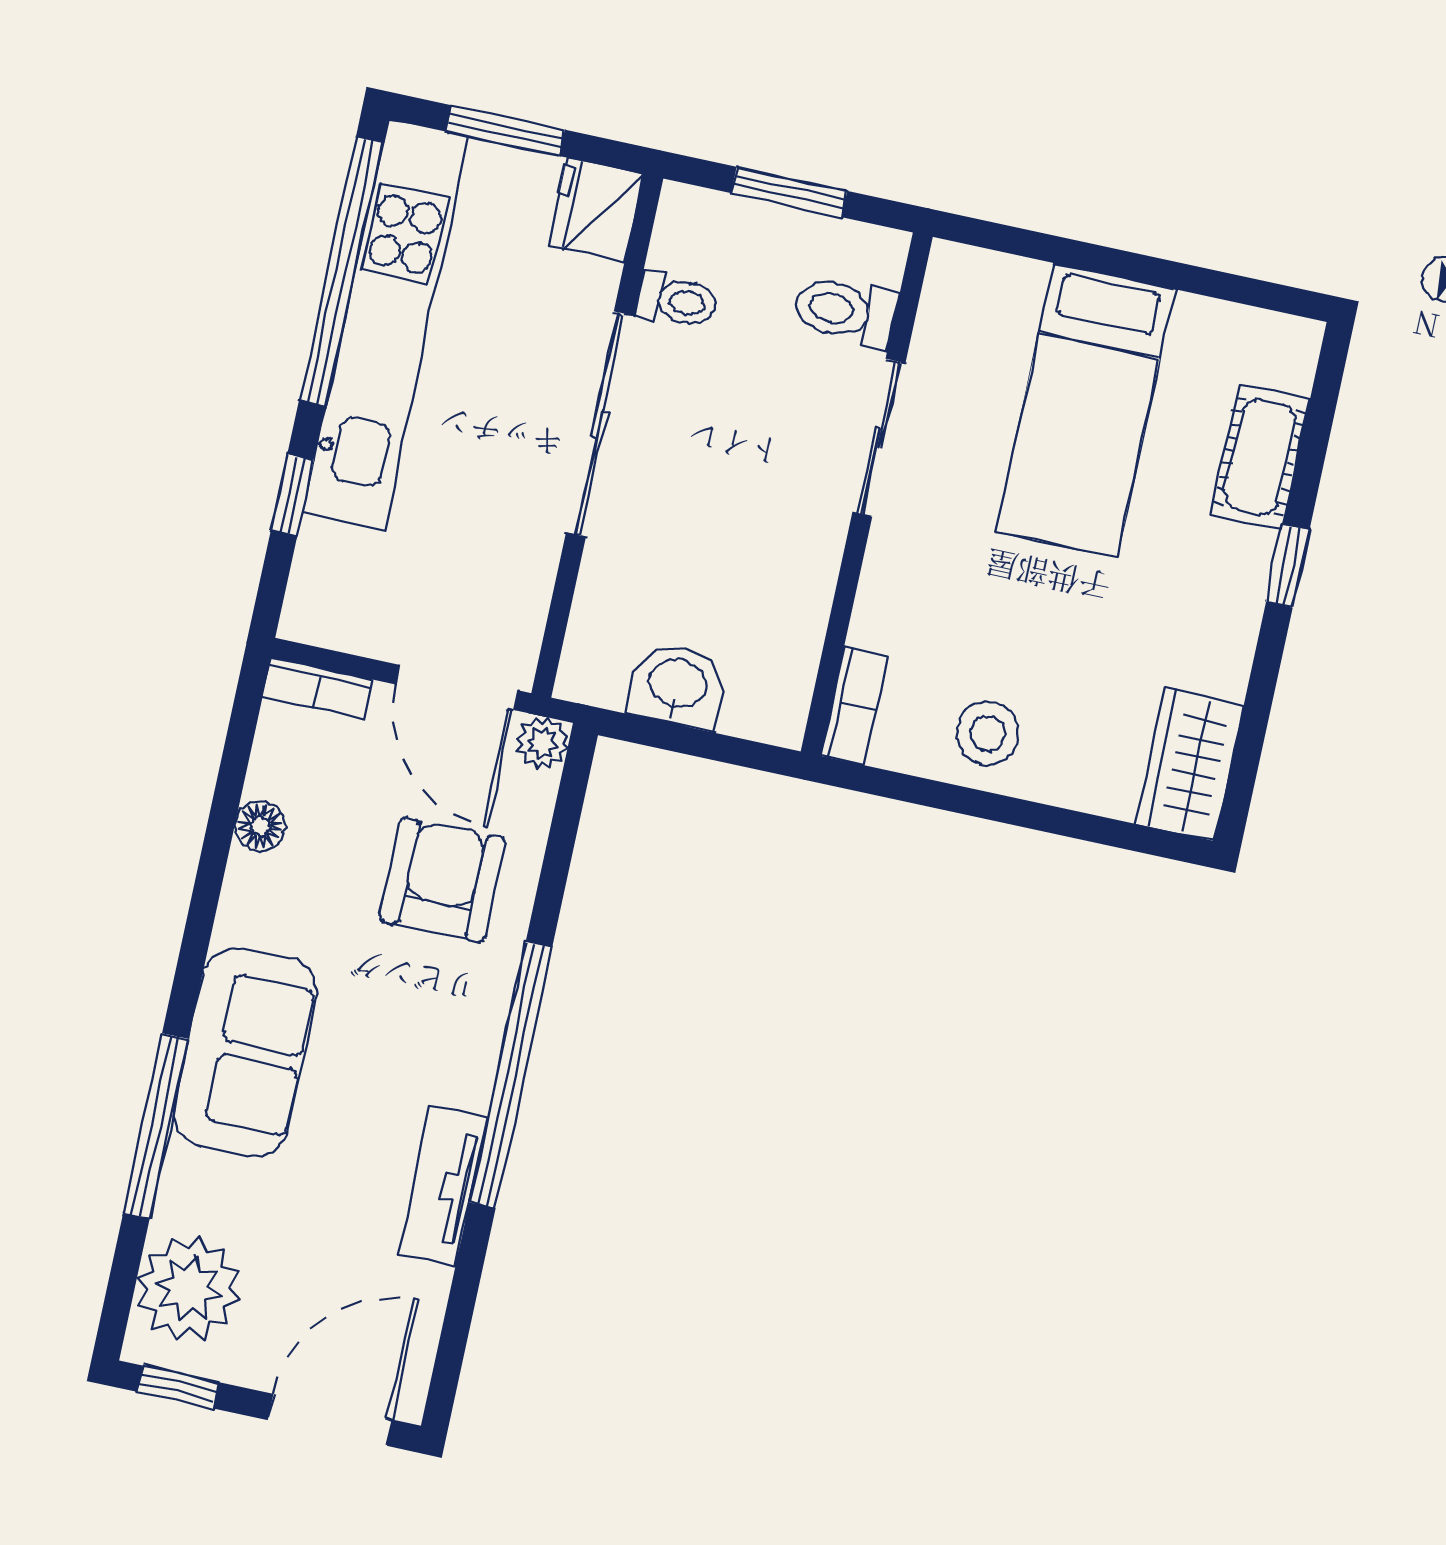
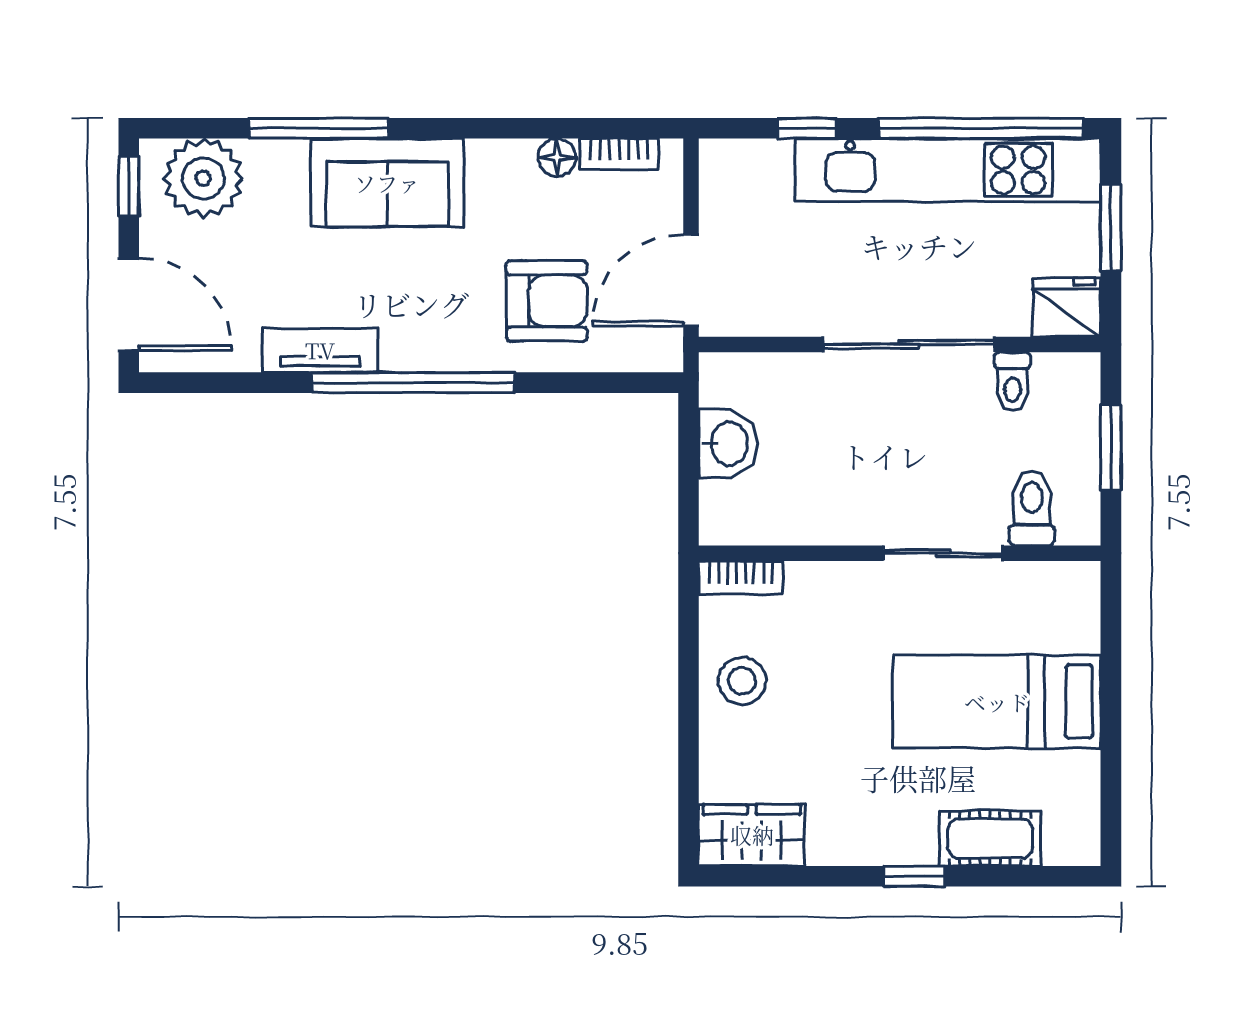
bookcase: (317, 689) -> (619, 154), moved, turned -90
plant: (542, 743) -> (664, 353), removed

